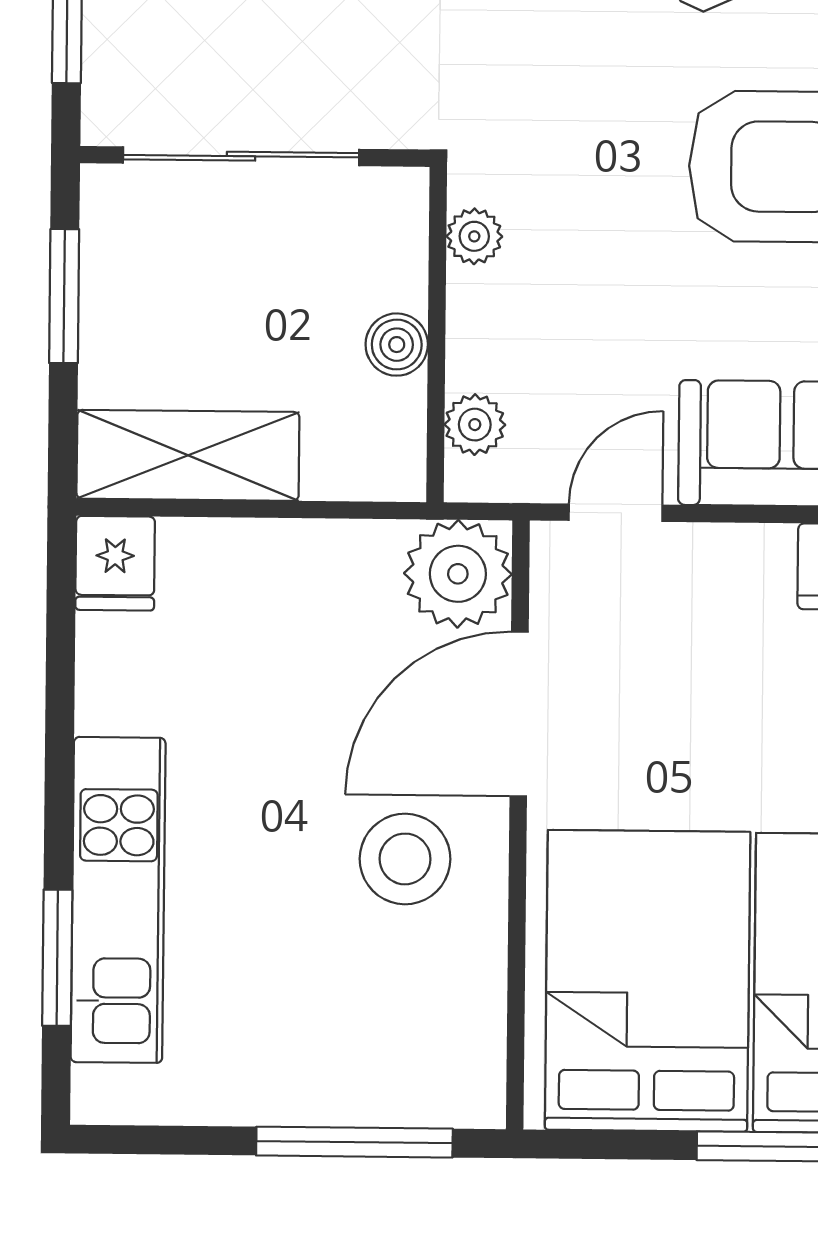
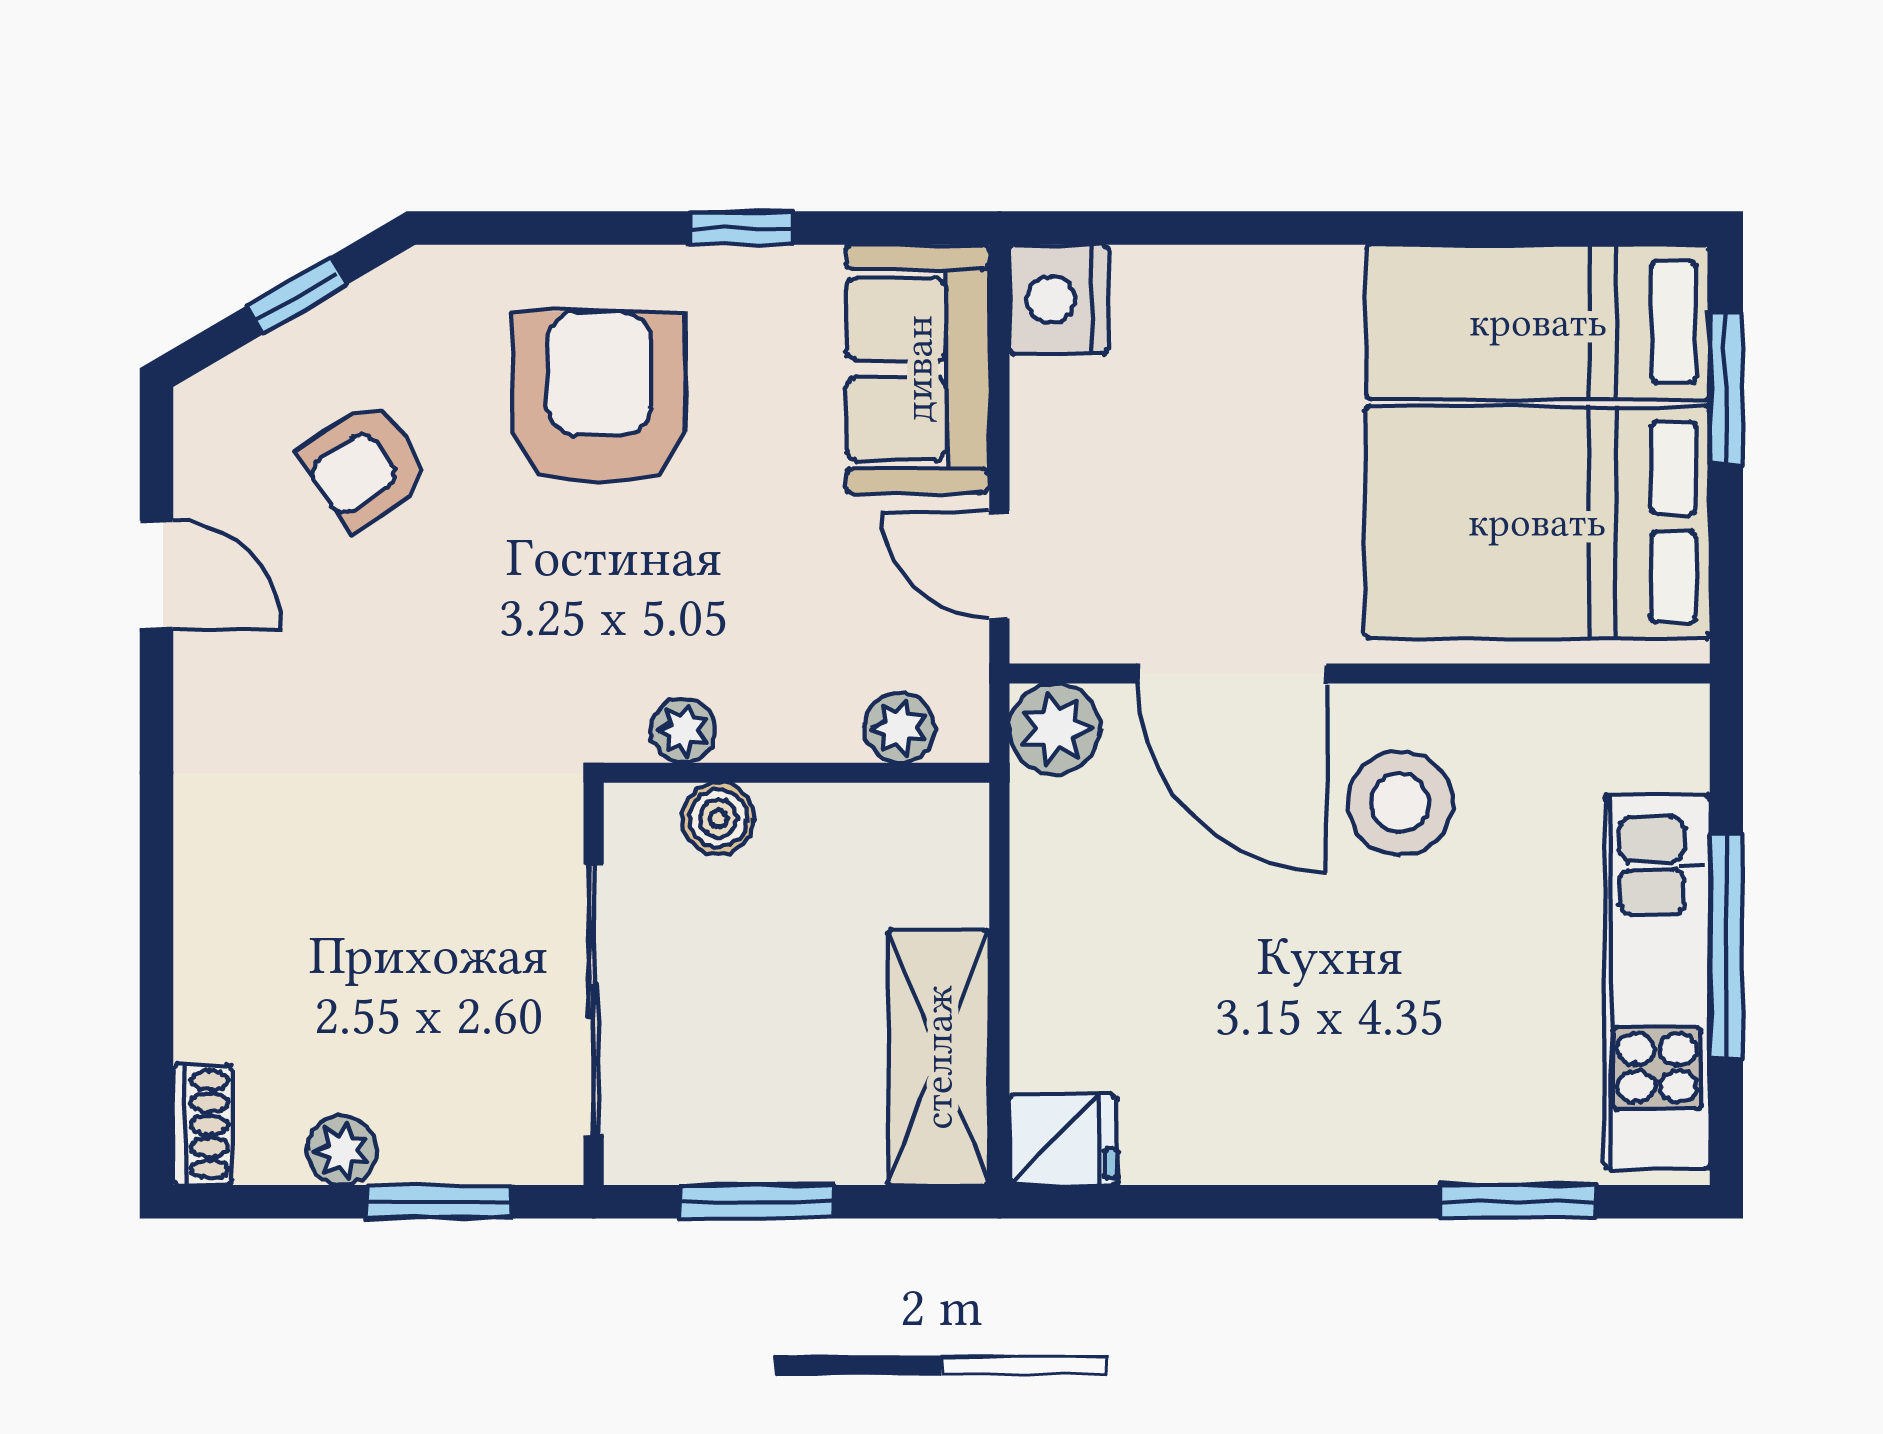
boiler: (397, 345) -> (718, 819), moved
plant: (458, 574) -> (1055, 729), width x0.73, depth x0.73
kitchen unit: (118, 900) -> (1657, 982), moved, turned -90
window: (354, 1142) -> (1726, 946), moved

